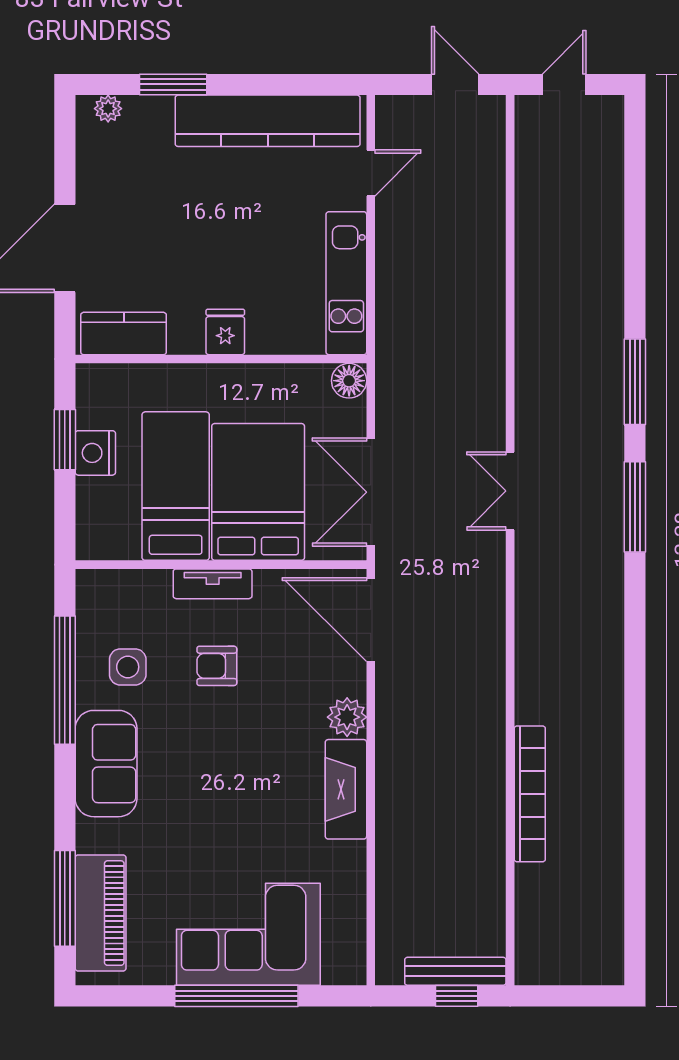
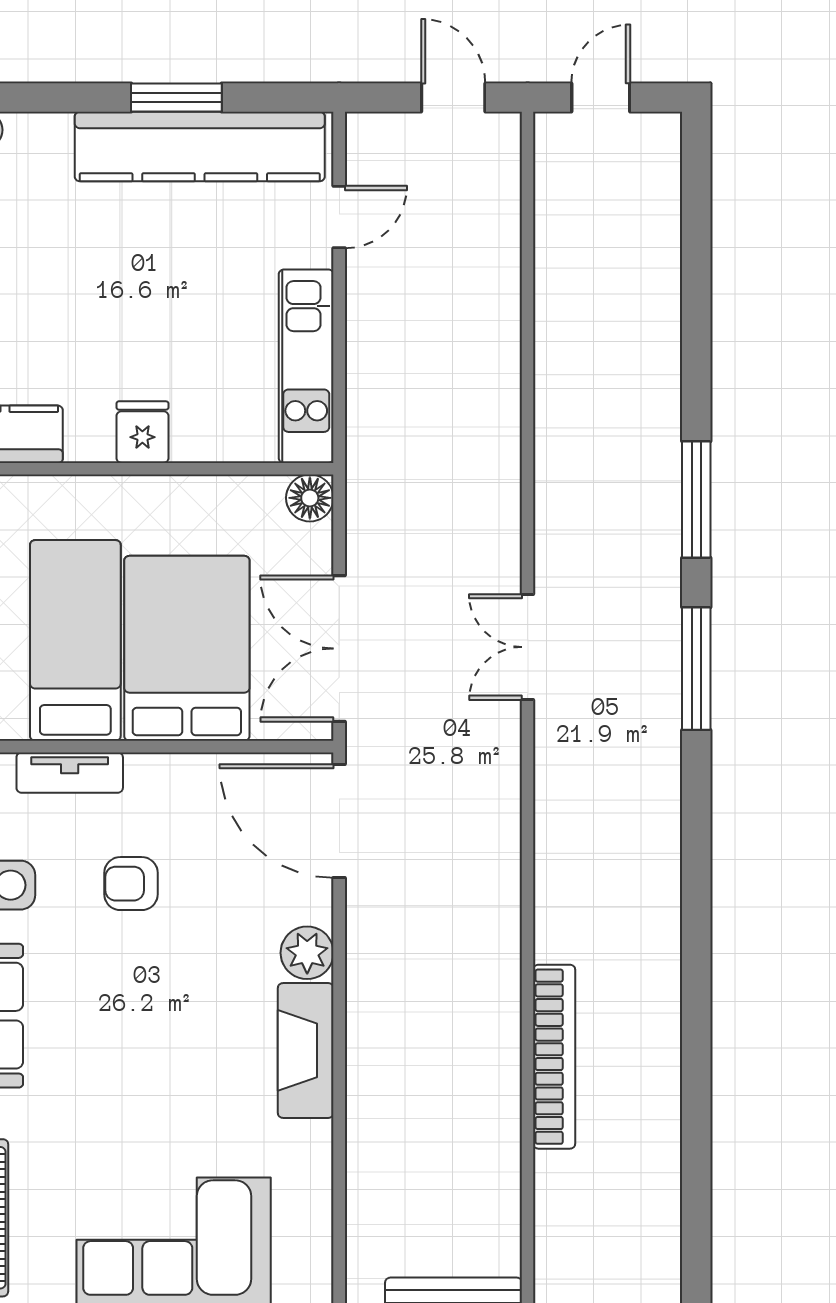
window: (173, 84) -> (176, 97), moved
tv unit: (213, 584) -> (70, 773), moved

